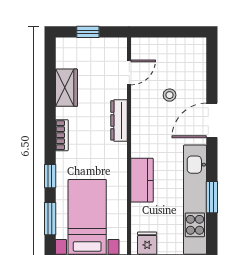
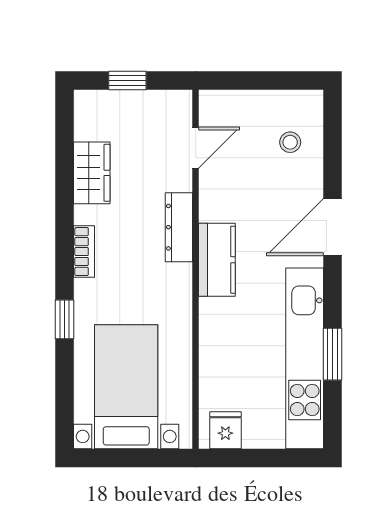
stool: (170, 95) -> (290, 142), moved
kitchen counter: (142, 180) -> (217, 260), moved
window: (50, 219) -> (65, 390), removed

